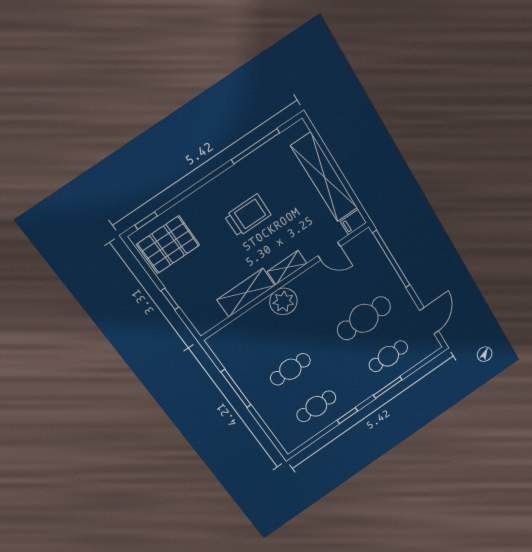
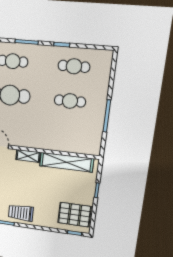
trolley: (248, 215) -> (21, 213), moved
shelving: (246, 293) -> (66, 162), width x1.47
plant: (283, 301) -> (44, 141), removed

